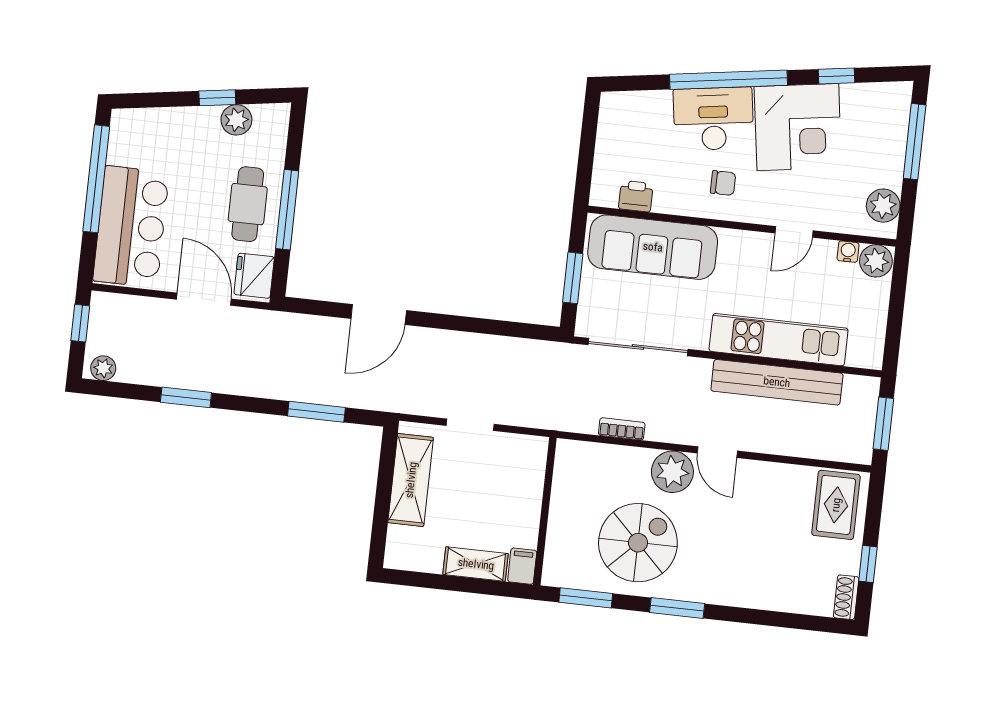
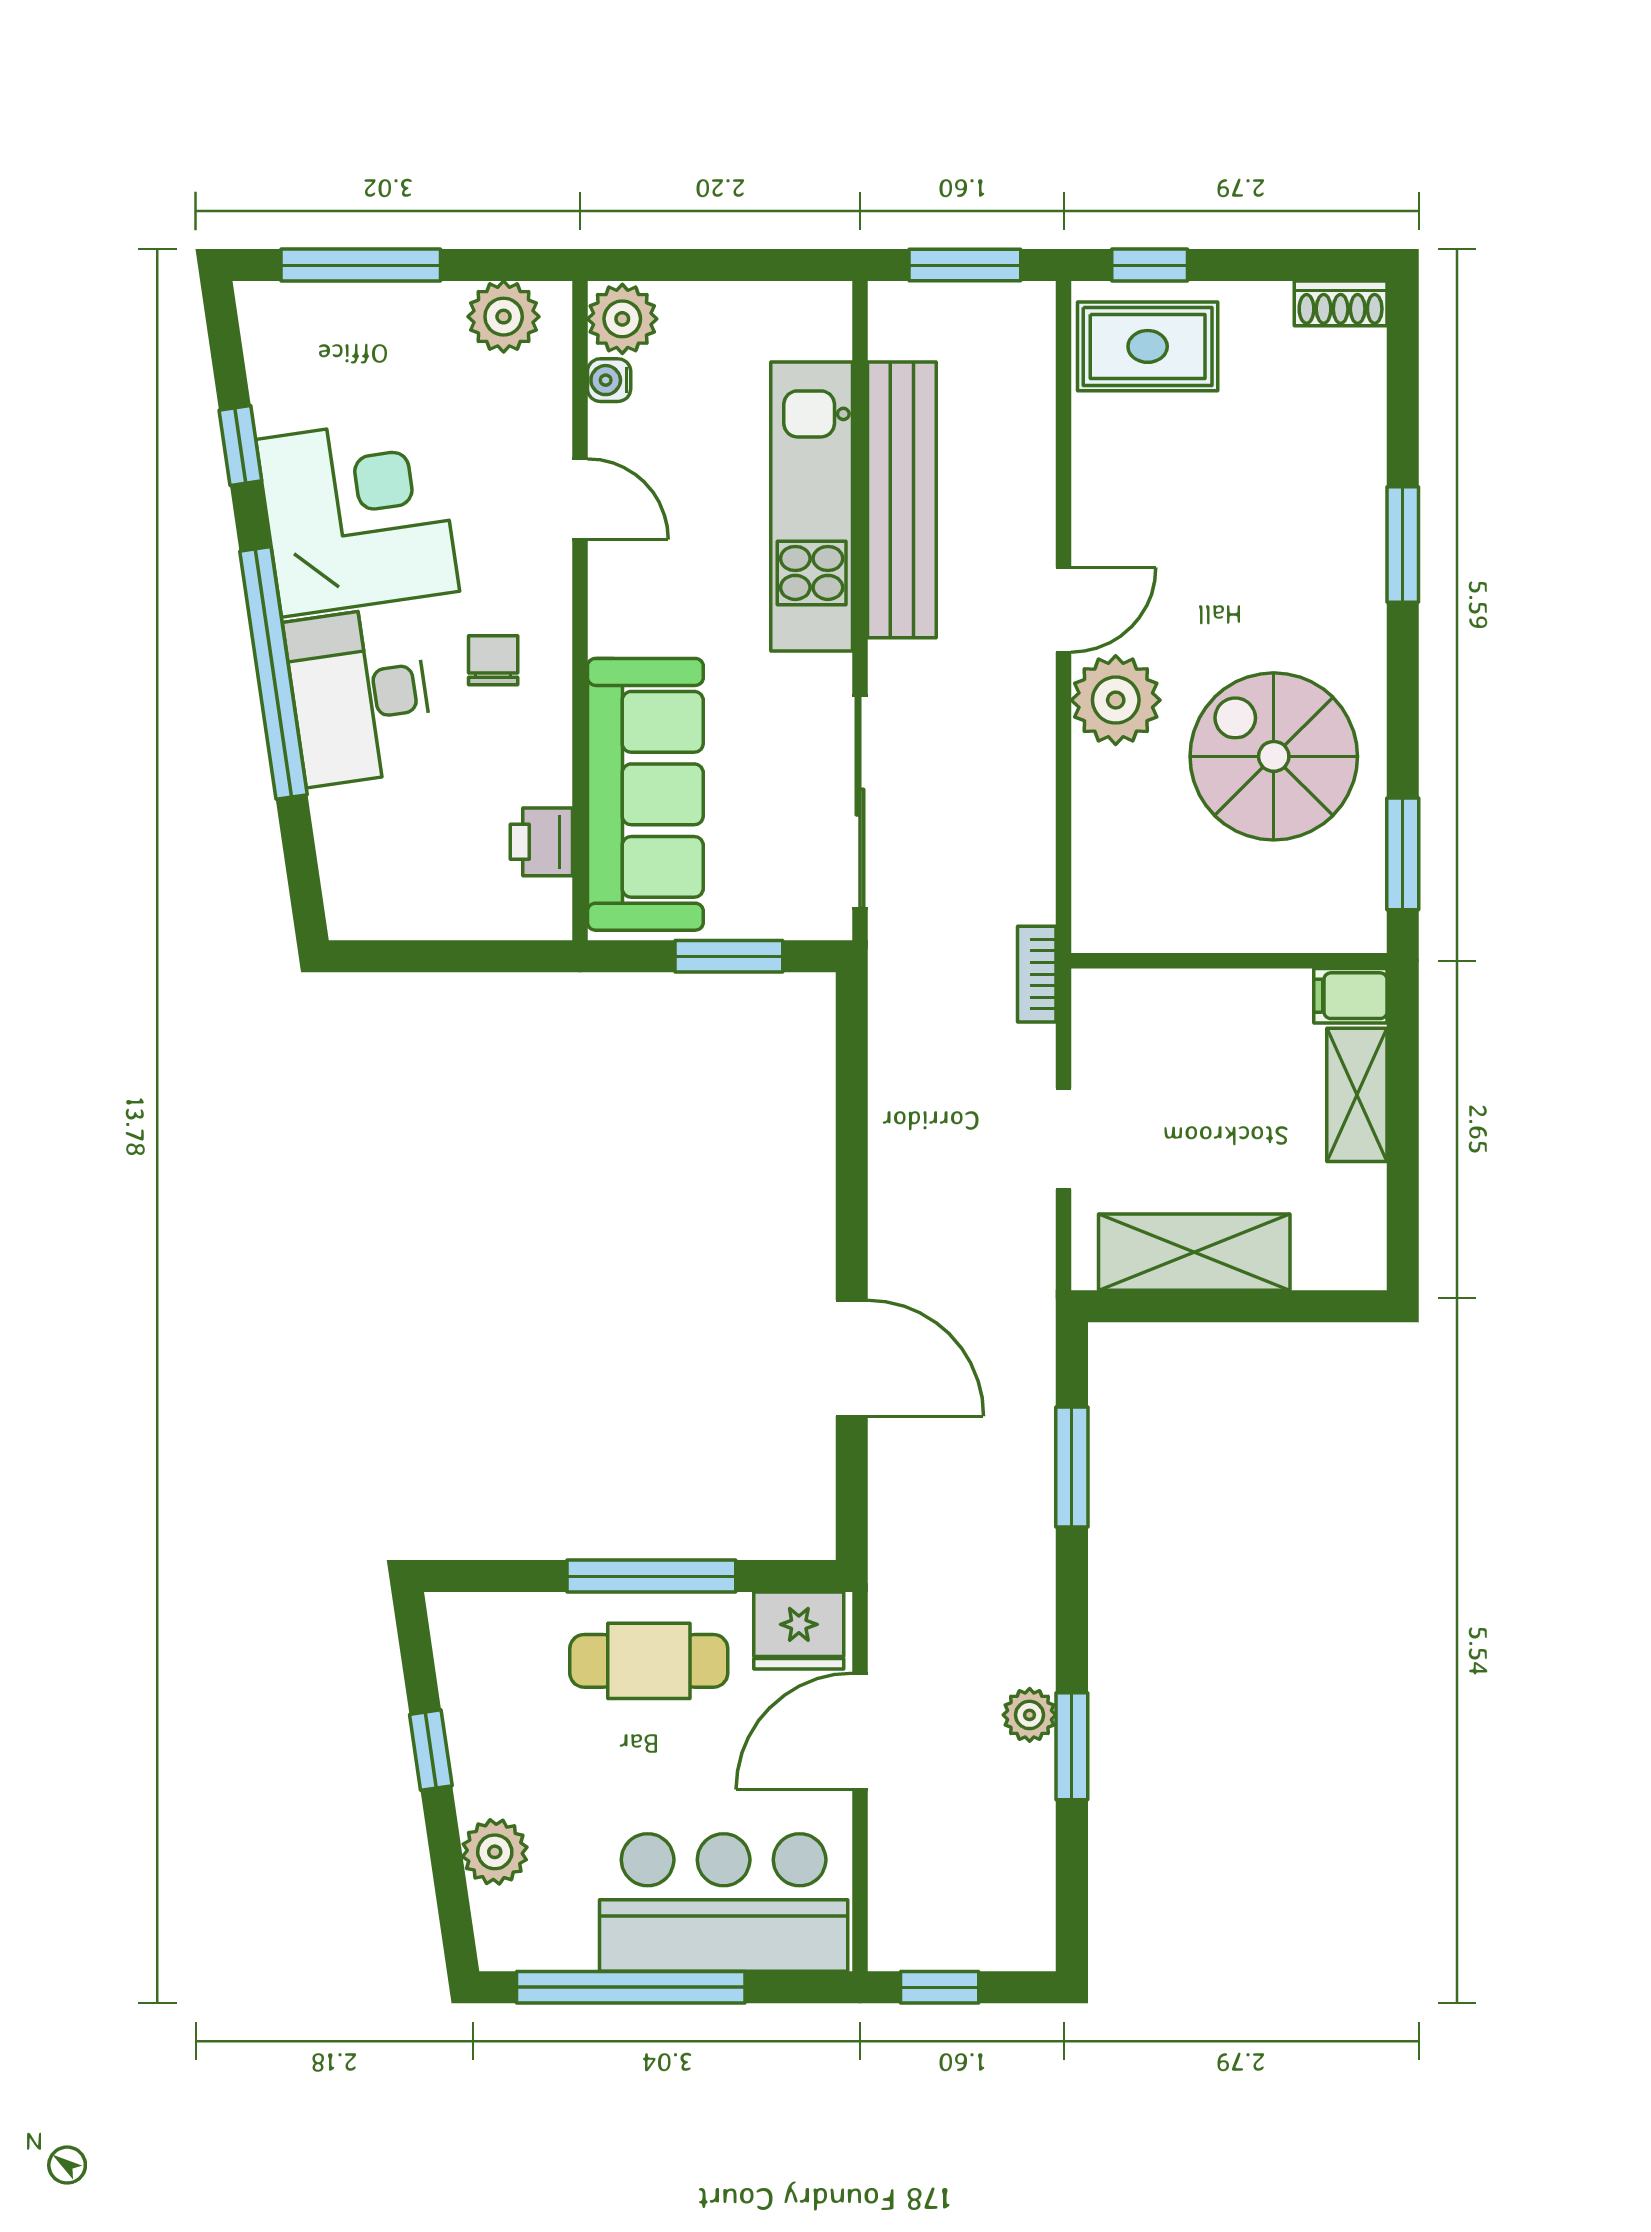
plant: (236, 120) -> (495, 1852), moved
plant: (103, 368) -> (1030, 1715), moved
bookcase: (622, 429) -> (1037, 974), moved
window: (868, 564) -> (1150, 265), moved
window: (677, 608) -> (1403, 545), moved

